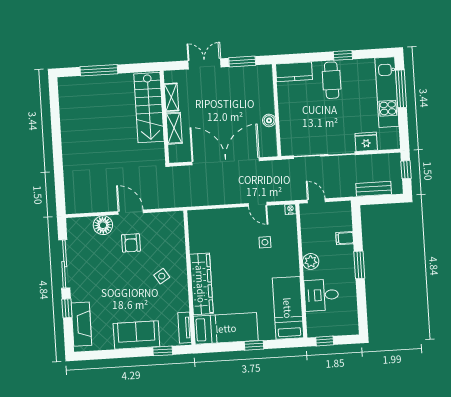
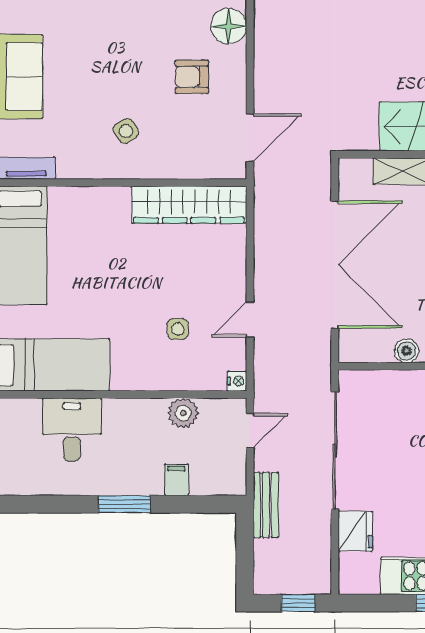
bench: (374, 189) -> (266, 505), moved
door: (131, 212) -> (250, 138), moved
plant: (311, 261) -> (183, 413), moved
wardrobe: (201, 284) -> (189, 205), moved

